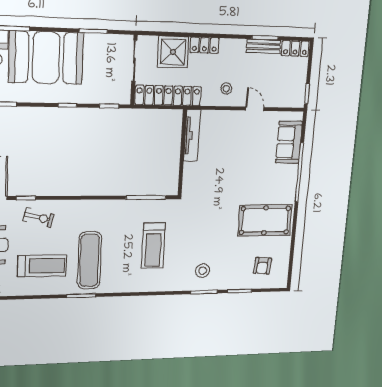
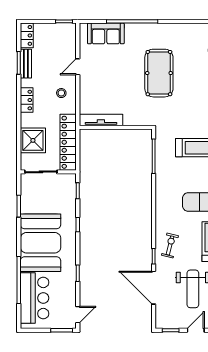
locker: (204, 45) -> (27, 100), moved
pool table: (265, 220) -> (159, 73), moved

